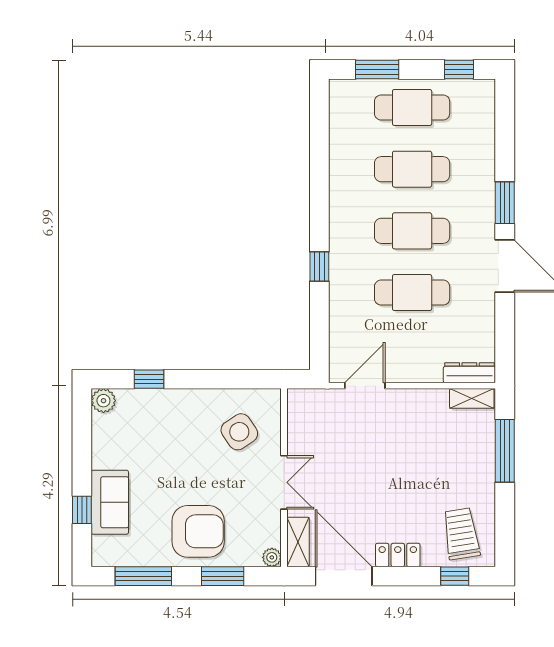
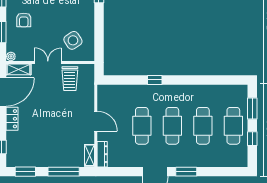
window: (459, 70) -> (252, 139), moved
door: (365, 386) -> (96, 121), moved
double door: (284, 482) -> (48, 62), swing flipped
window: (505, 528) -> (25, 172), added
armchair: (198, 531) -> (24, 20), width x0.53, depth x0.53
trolley: (461, 534) -> (70, 79), moved, turned 99

